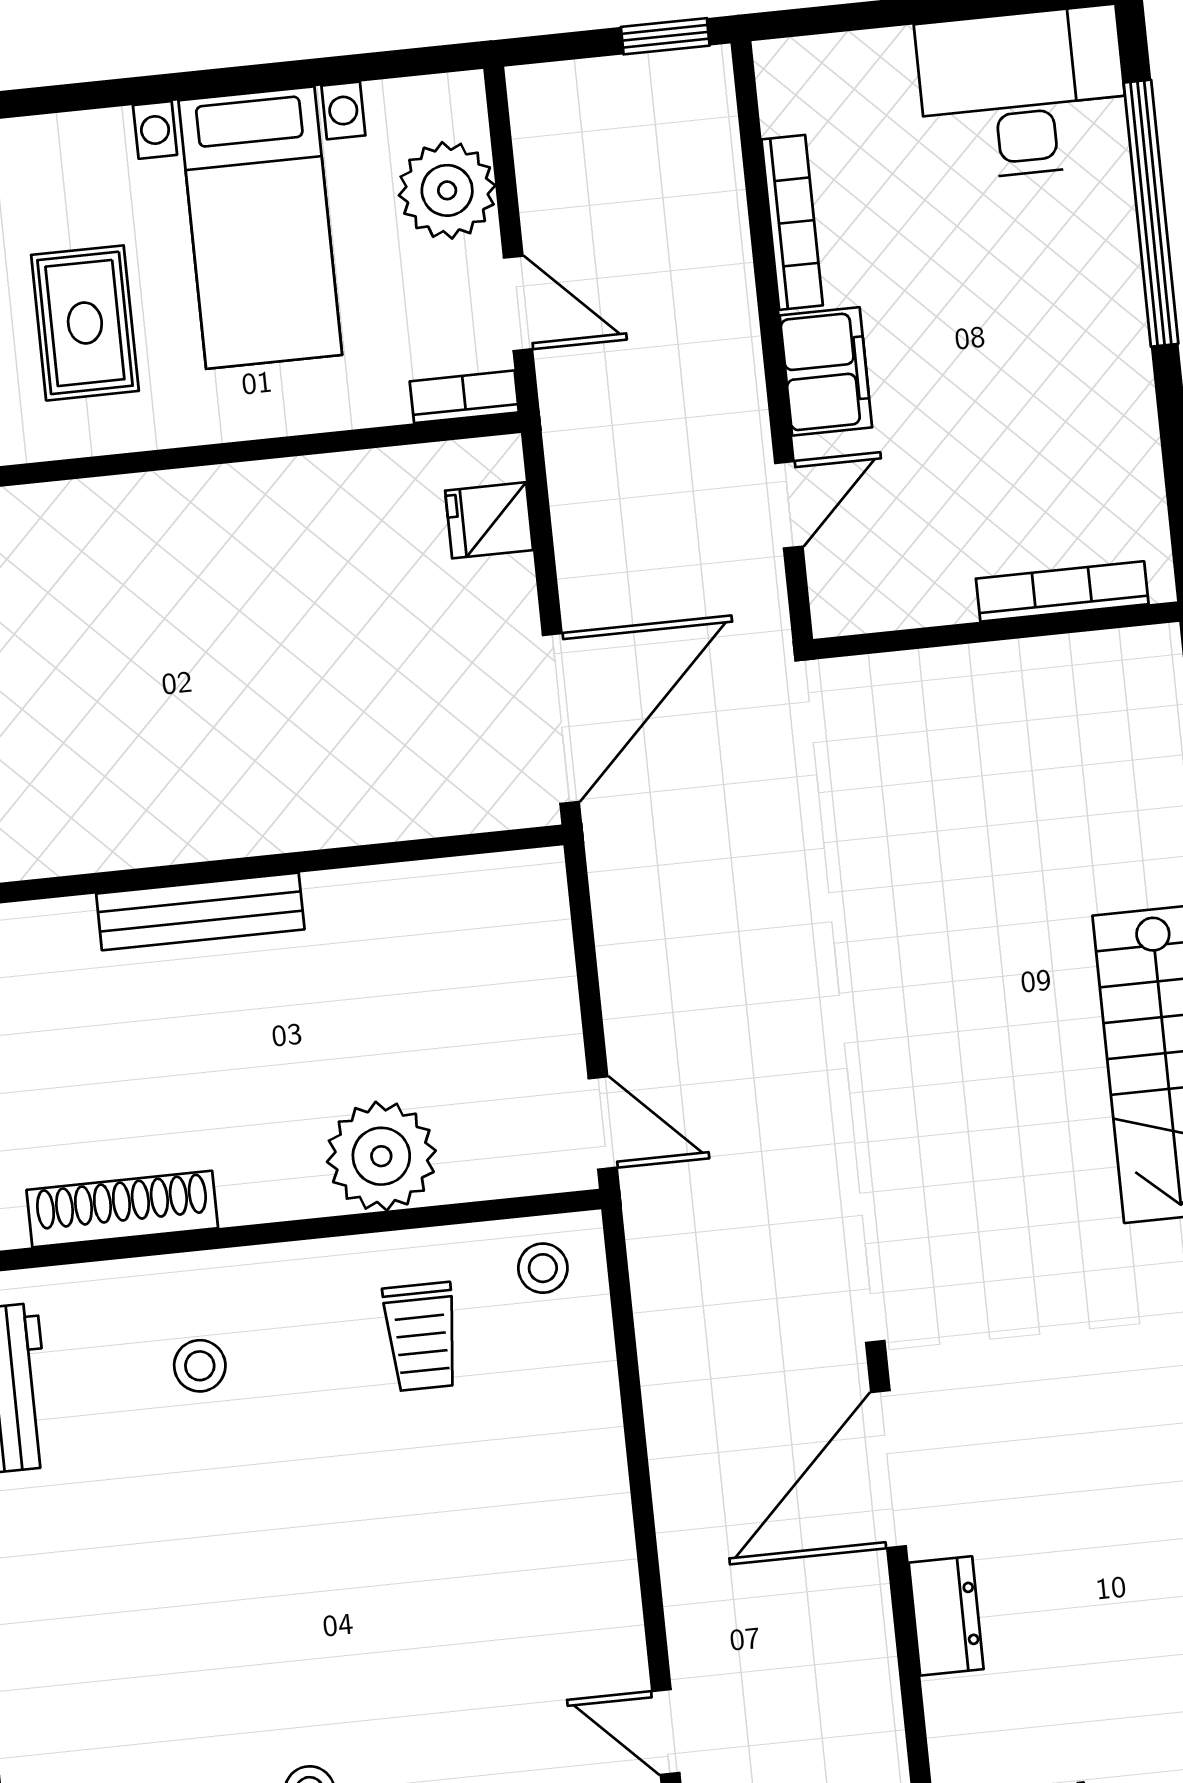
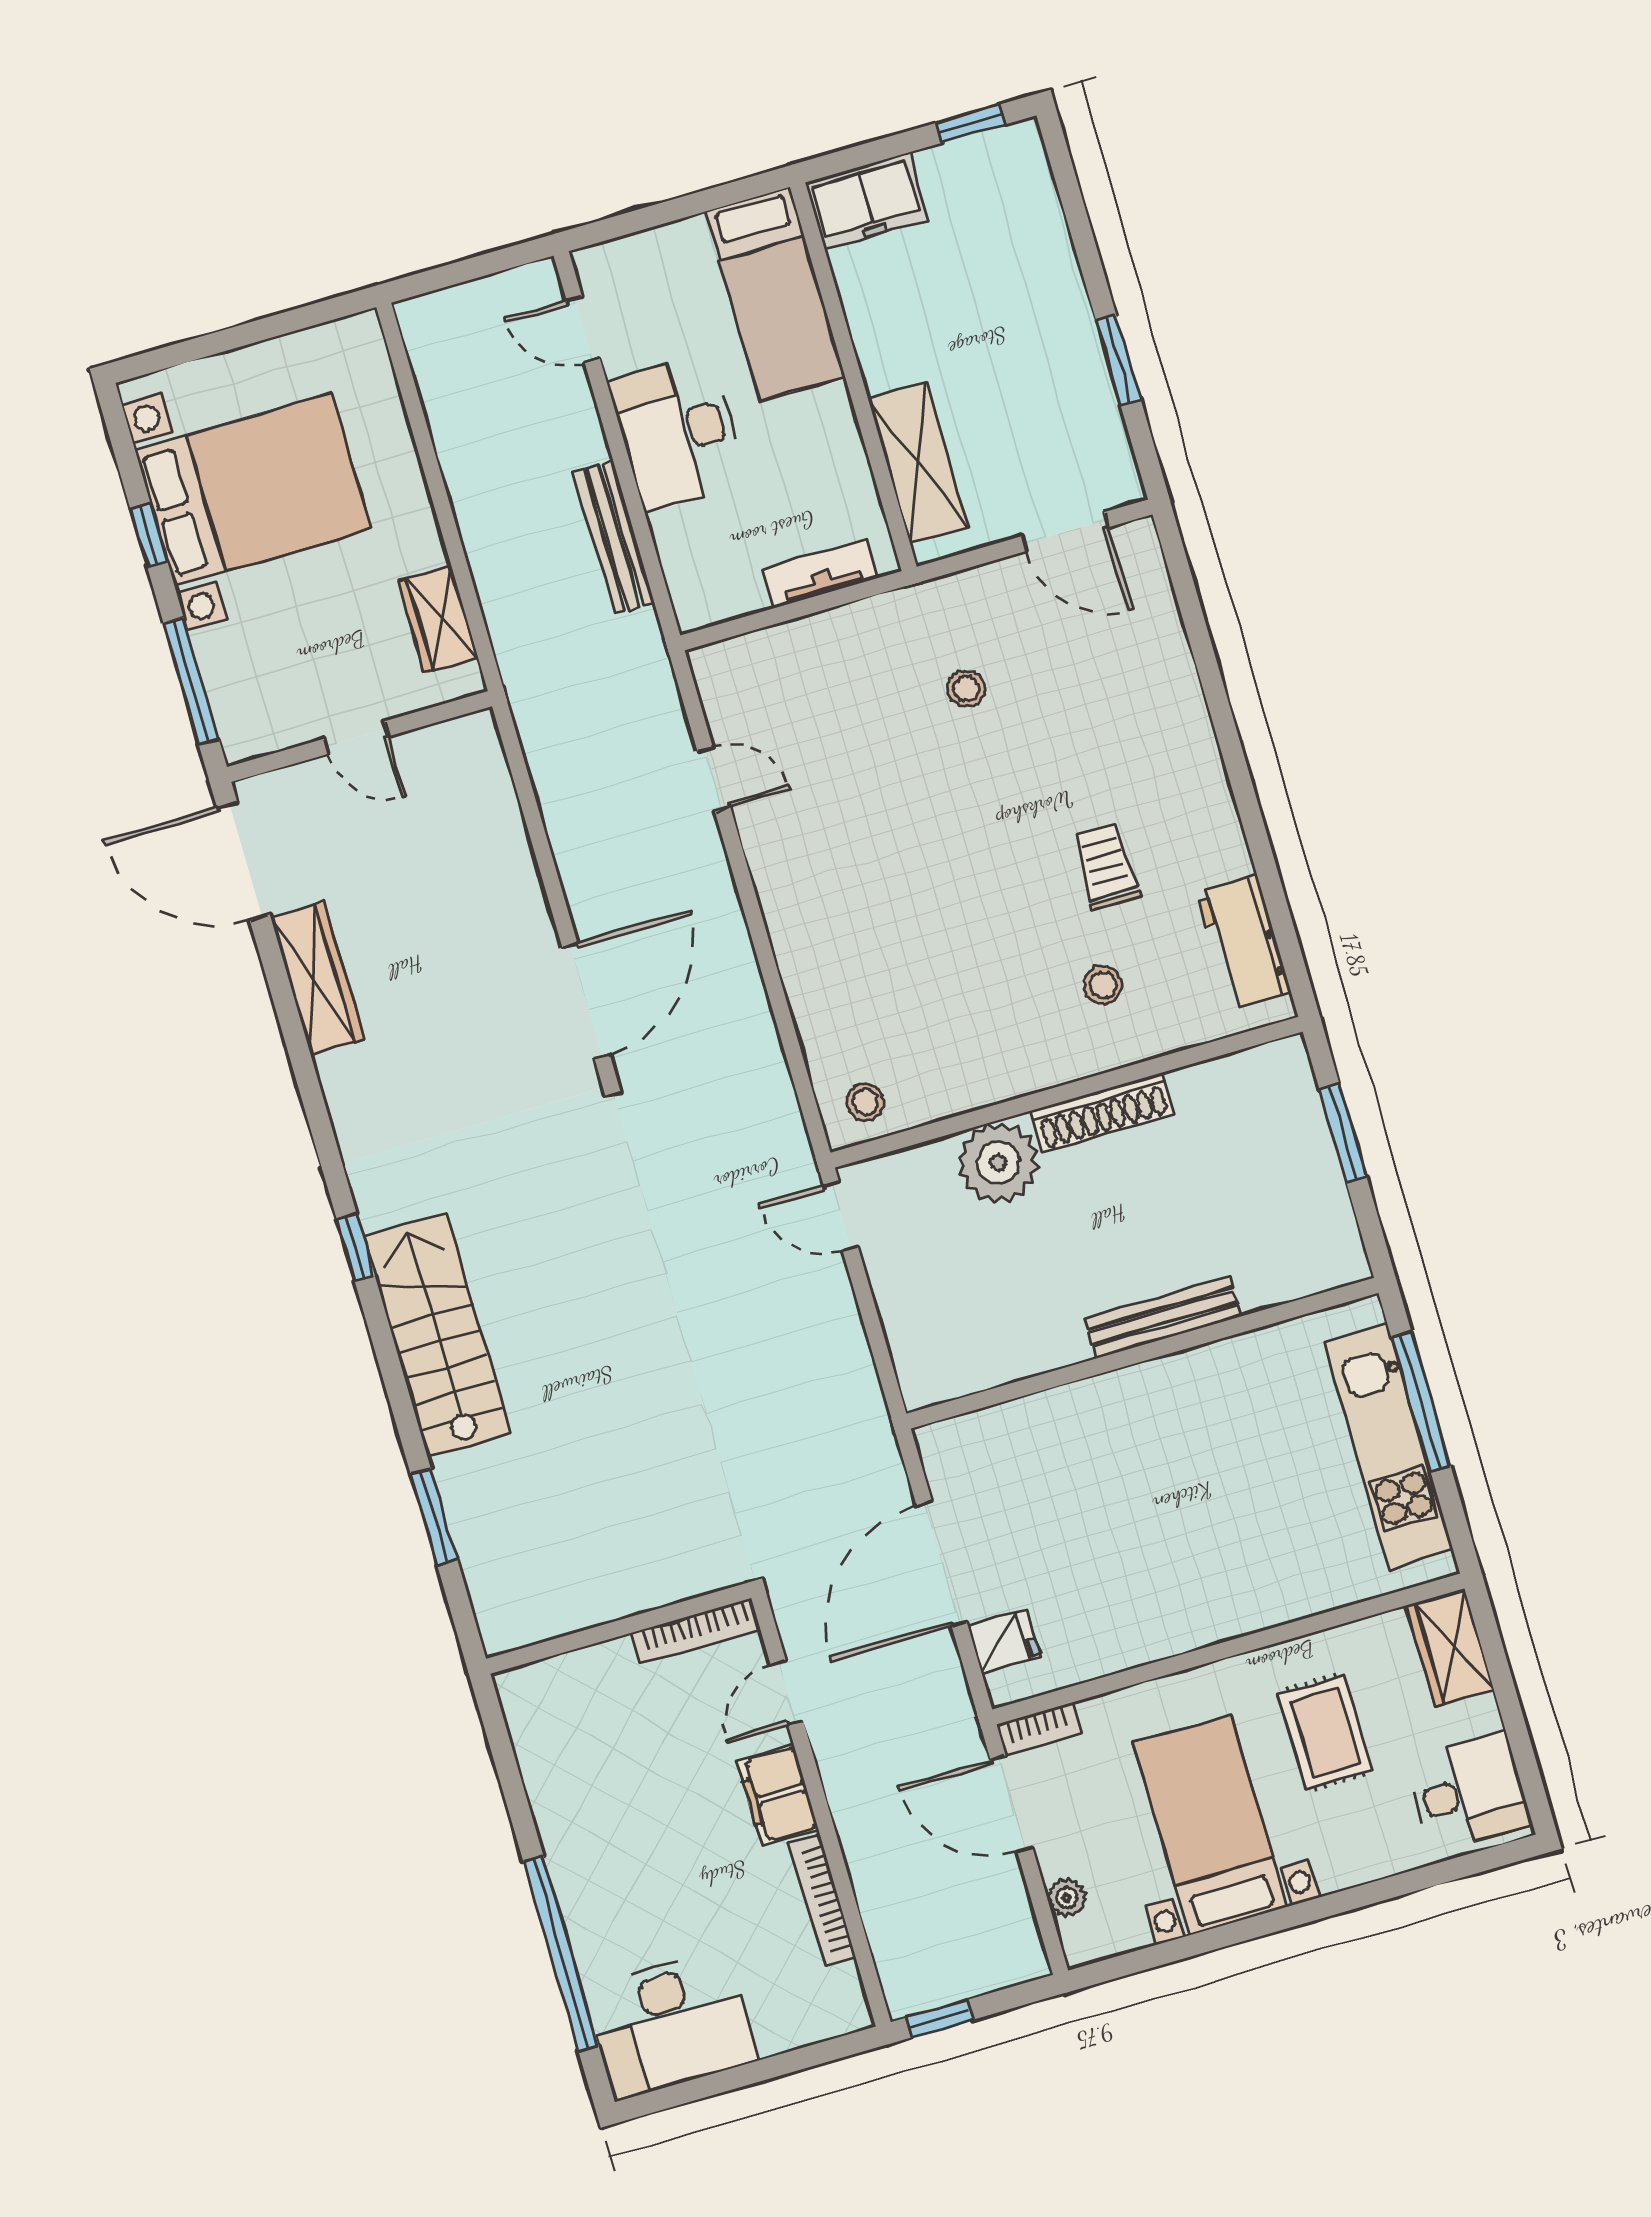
plant: (447, 190) -> (1067, 1898), width x0.53, depth x0.53
door: (518, 303) -> (1012, 1804), width x1.38
bookcase: (1062, 591) -> (695, 1631), moved
door: (561, 719) -> (942, 1564), moved
shoe rack: (122, 1209) -> (1102, 1112), moved
trolley: (421, 1337) -> (1106, 867), moved
dresser: (946, 1616) -> (524, 901), removed

